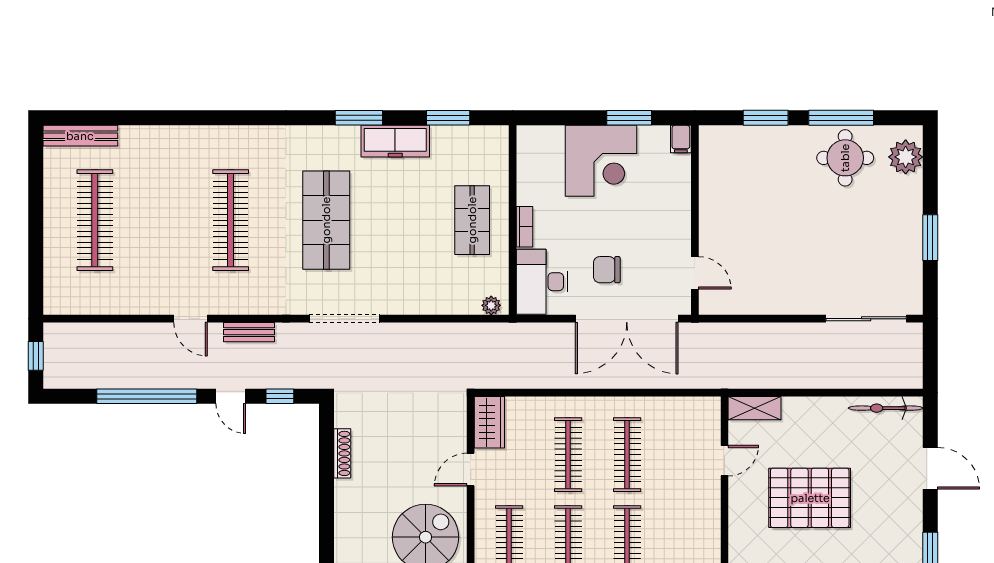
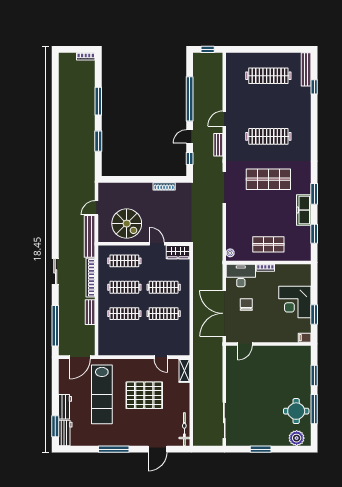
window: (120, 118) -> (314, 87), added
pallet: (810, 498) -> (144, 395), turned 90

